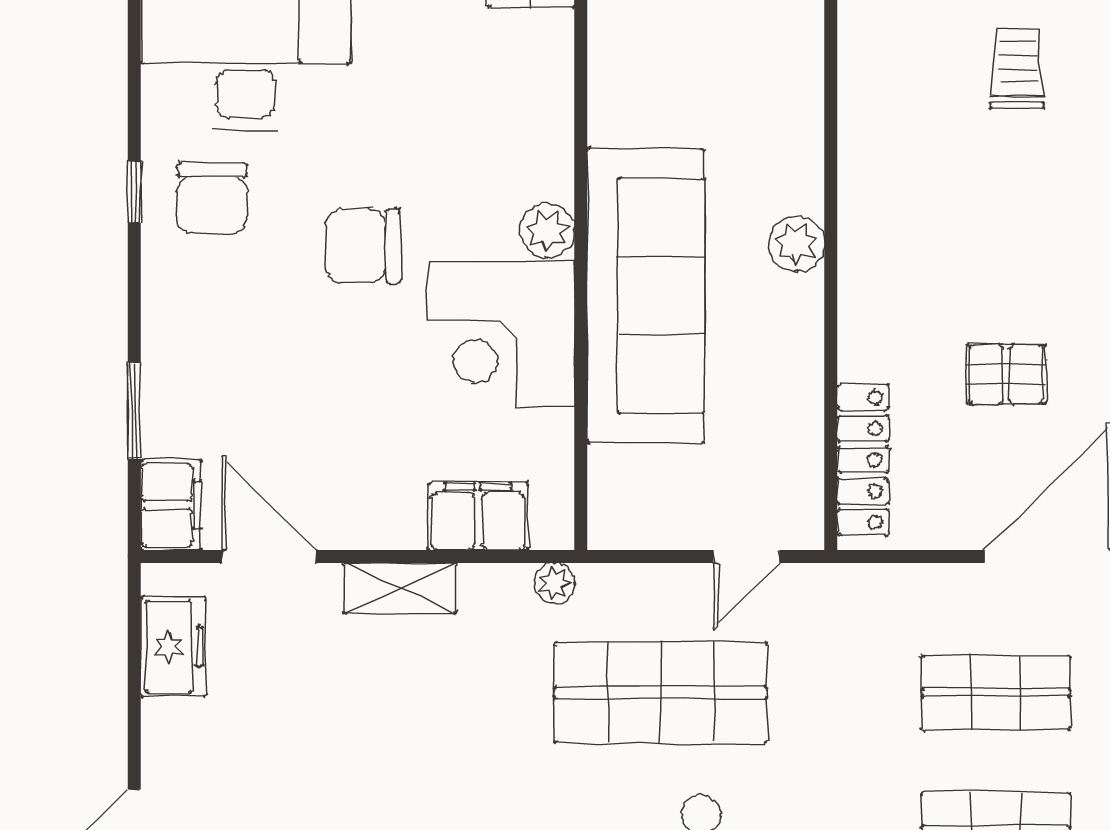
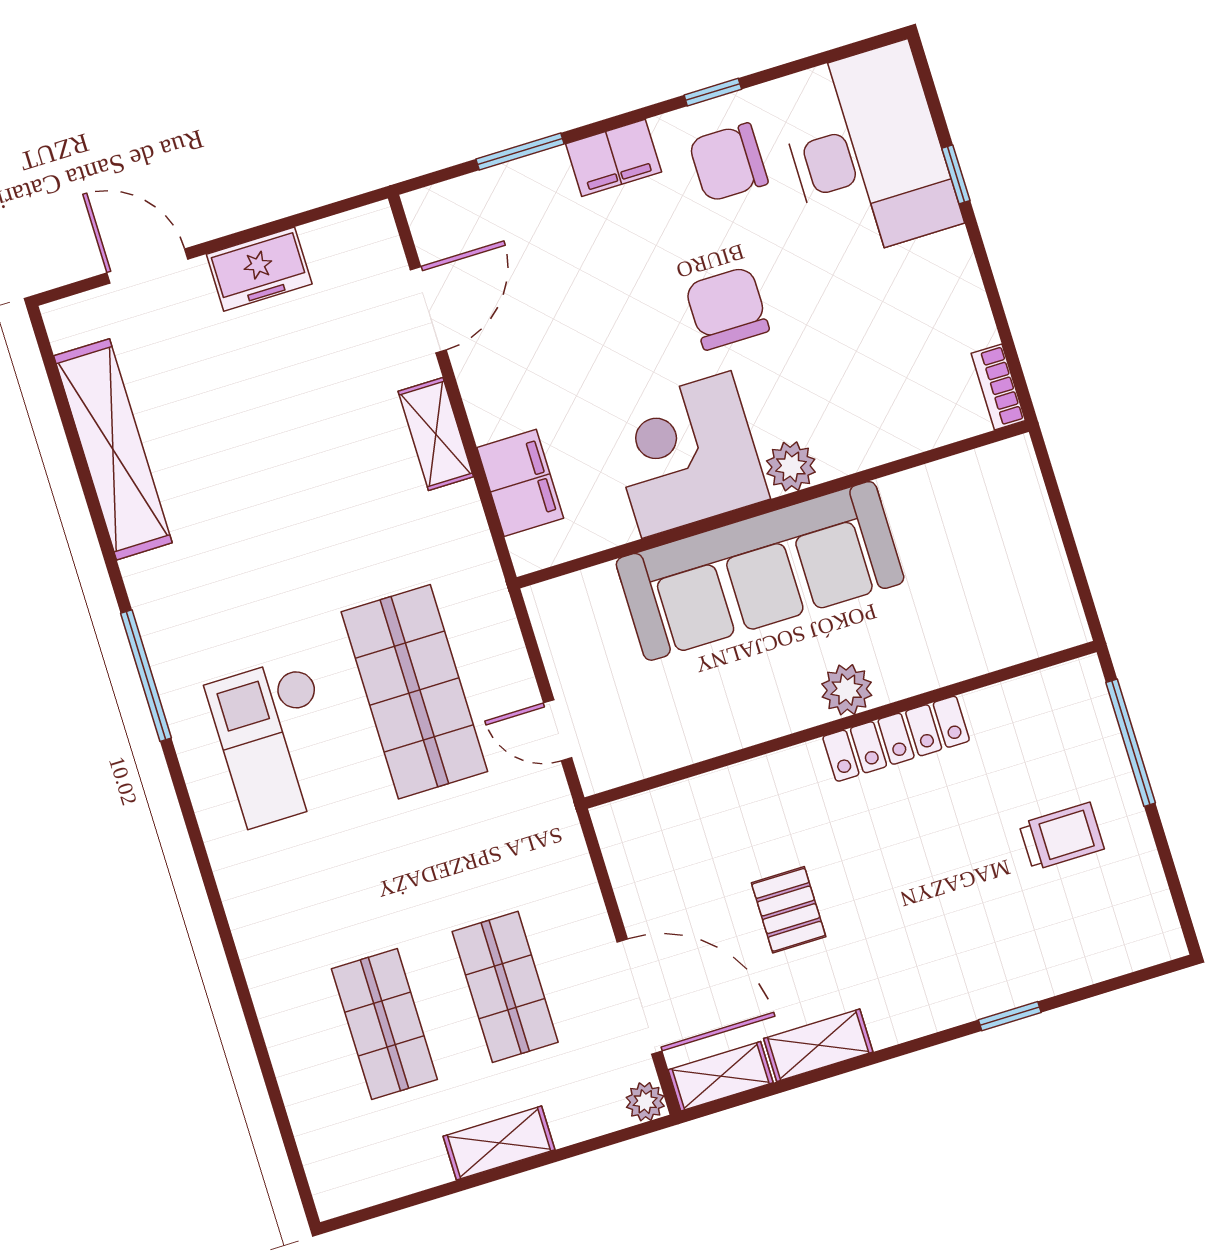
locker: (863, 460) -> (896, 739), moved
filing cabinet: (171, 505) -> (614, 158), moved
plant: (555, 583) -> (482, 569), removed
freezer: (173, 647) -> (259, 269), moved

